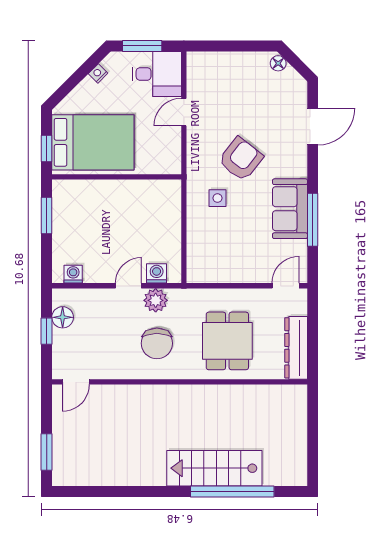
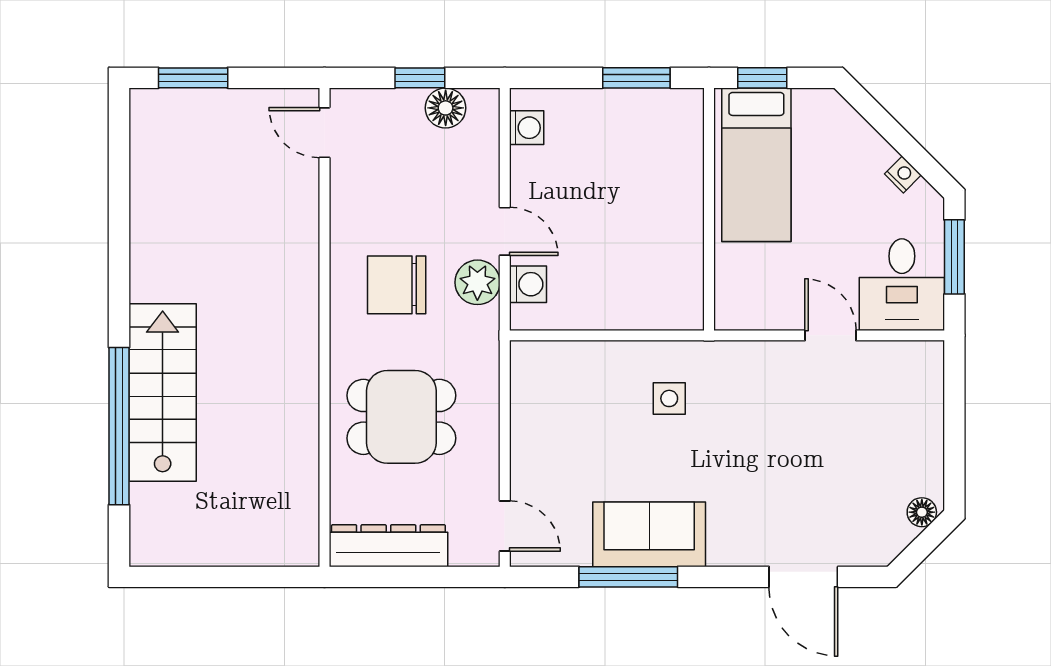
bed: (93, 142) -> (756, 165), width x0.67
armchair: (241, 159) -> (742, 442), removed

